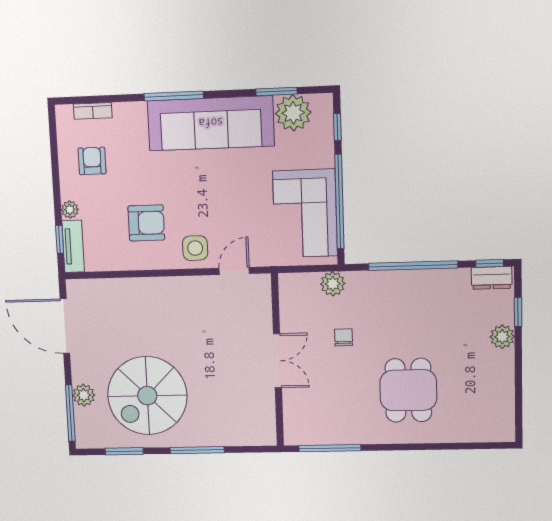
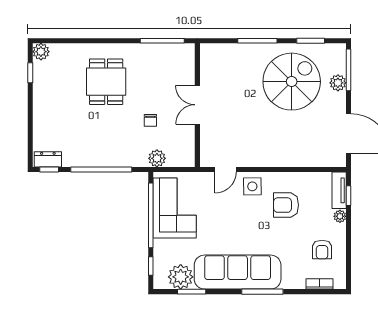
window: (518, 312) -> (30, 73), moved
plant: (502, 337) -> (41, 52), moved

